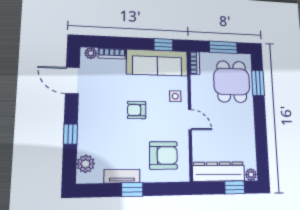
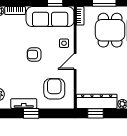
door: (190, 120) -> (75, 61), swing flipped
armchair: (163, 155) -> (54, 89), turned -90
window: (235, 187) -> (96, 113), moved

